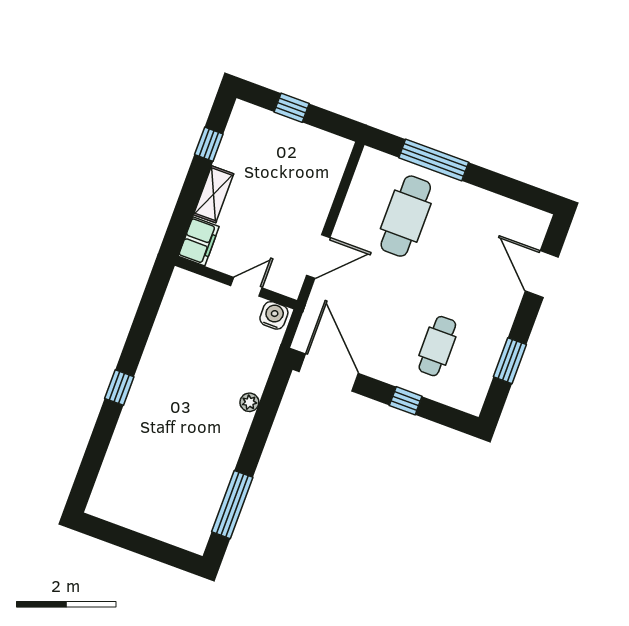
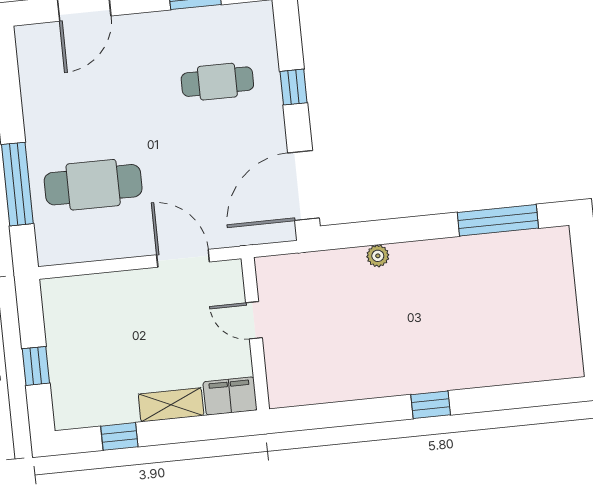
water cooler: (274, 315) -> (271, 275), removed

